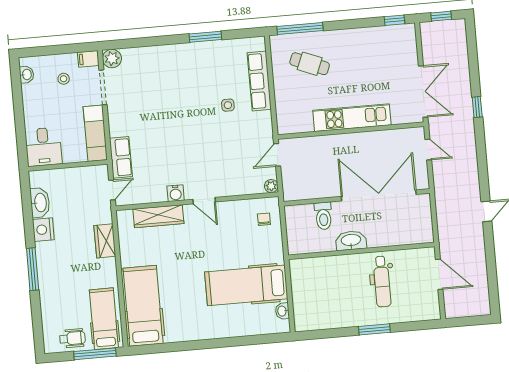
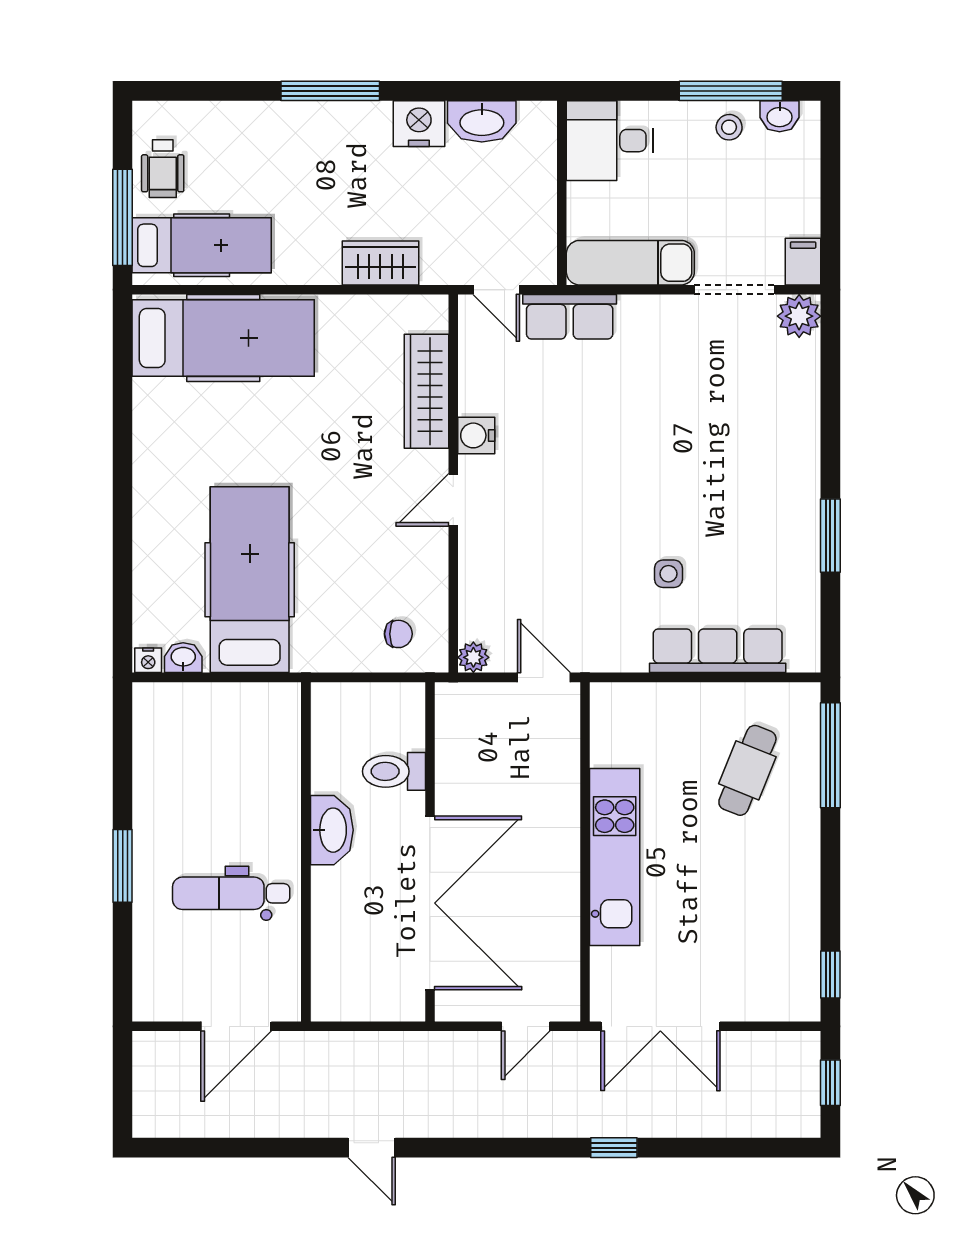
stool: (64, 79) -> (729, 127), moved
window: (17, 96) -> (731, 91), added
nightstand: (285, 326) -> (148, 660), added

